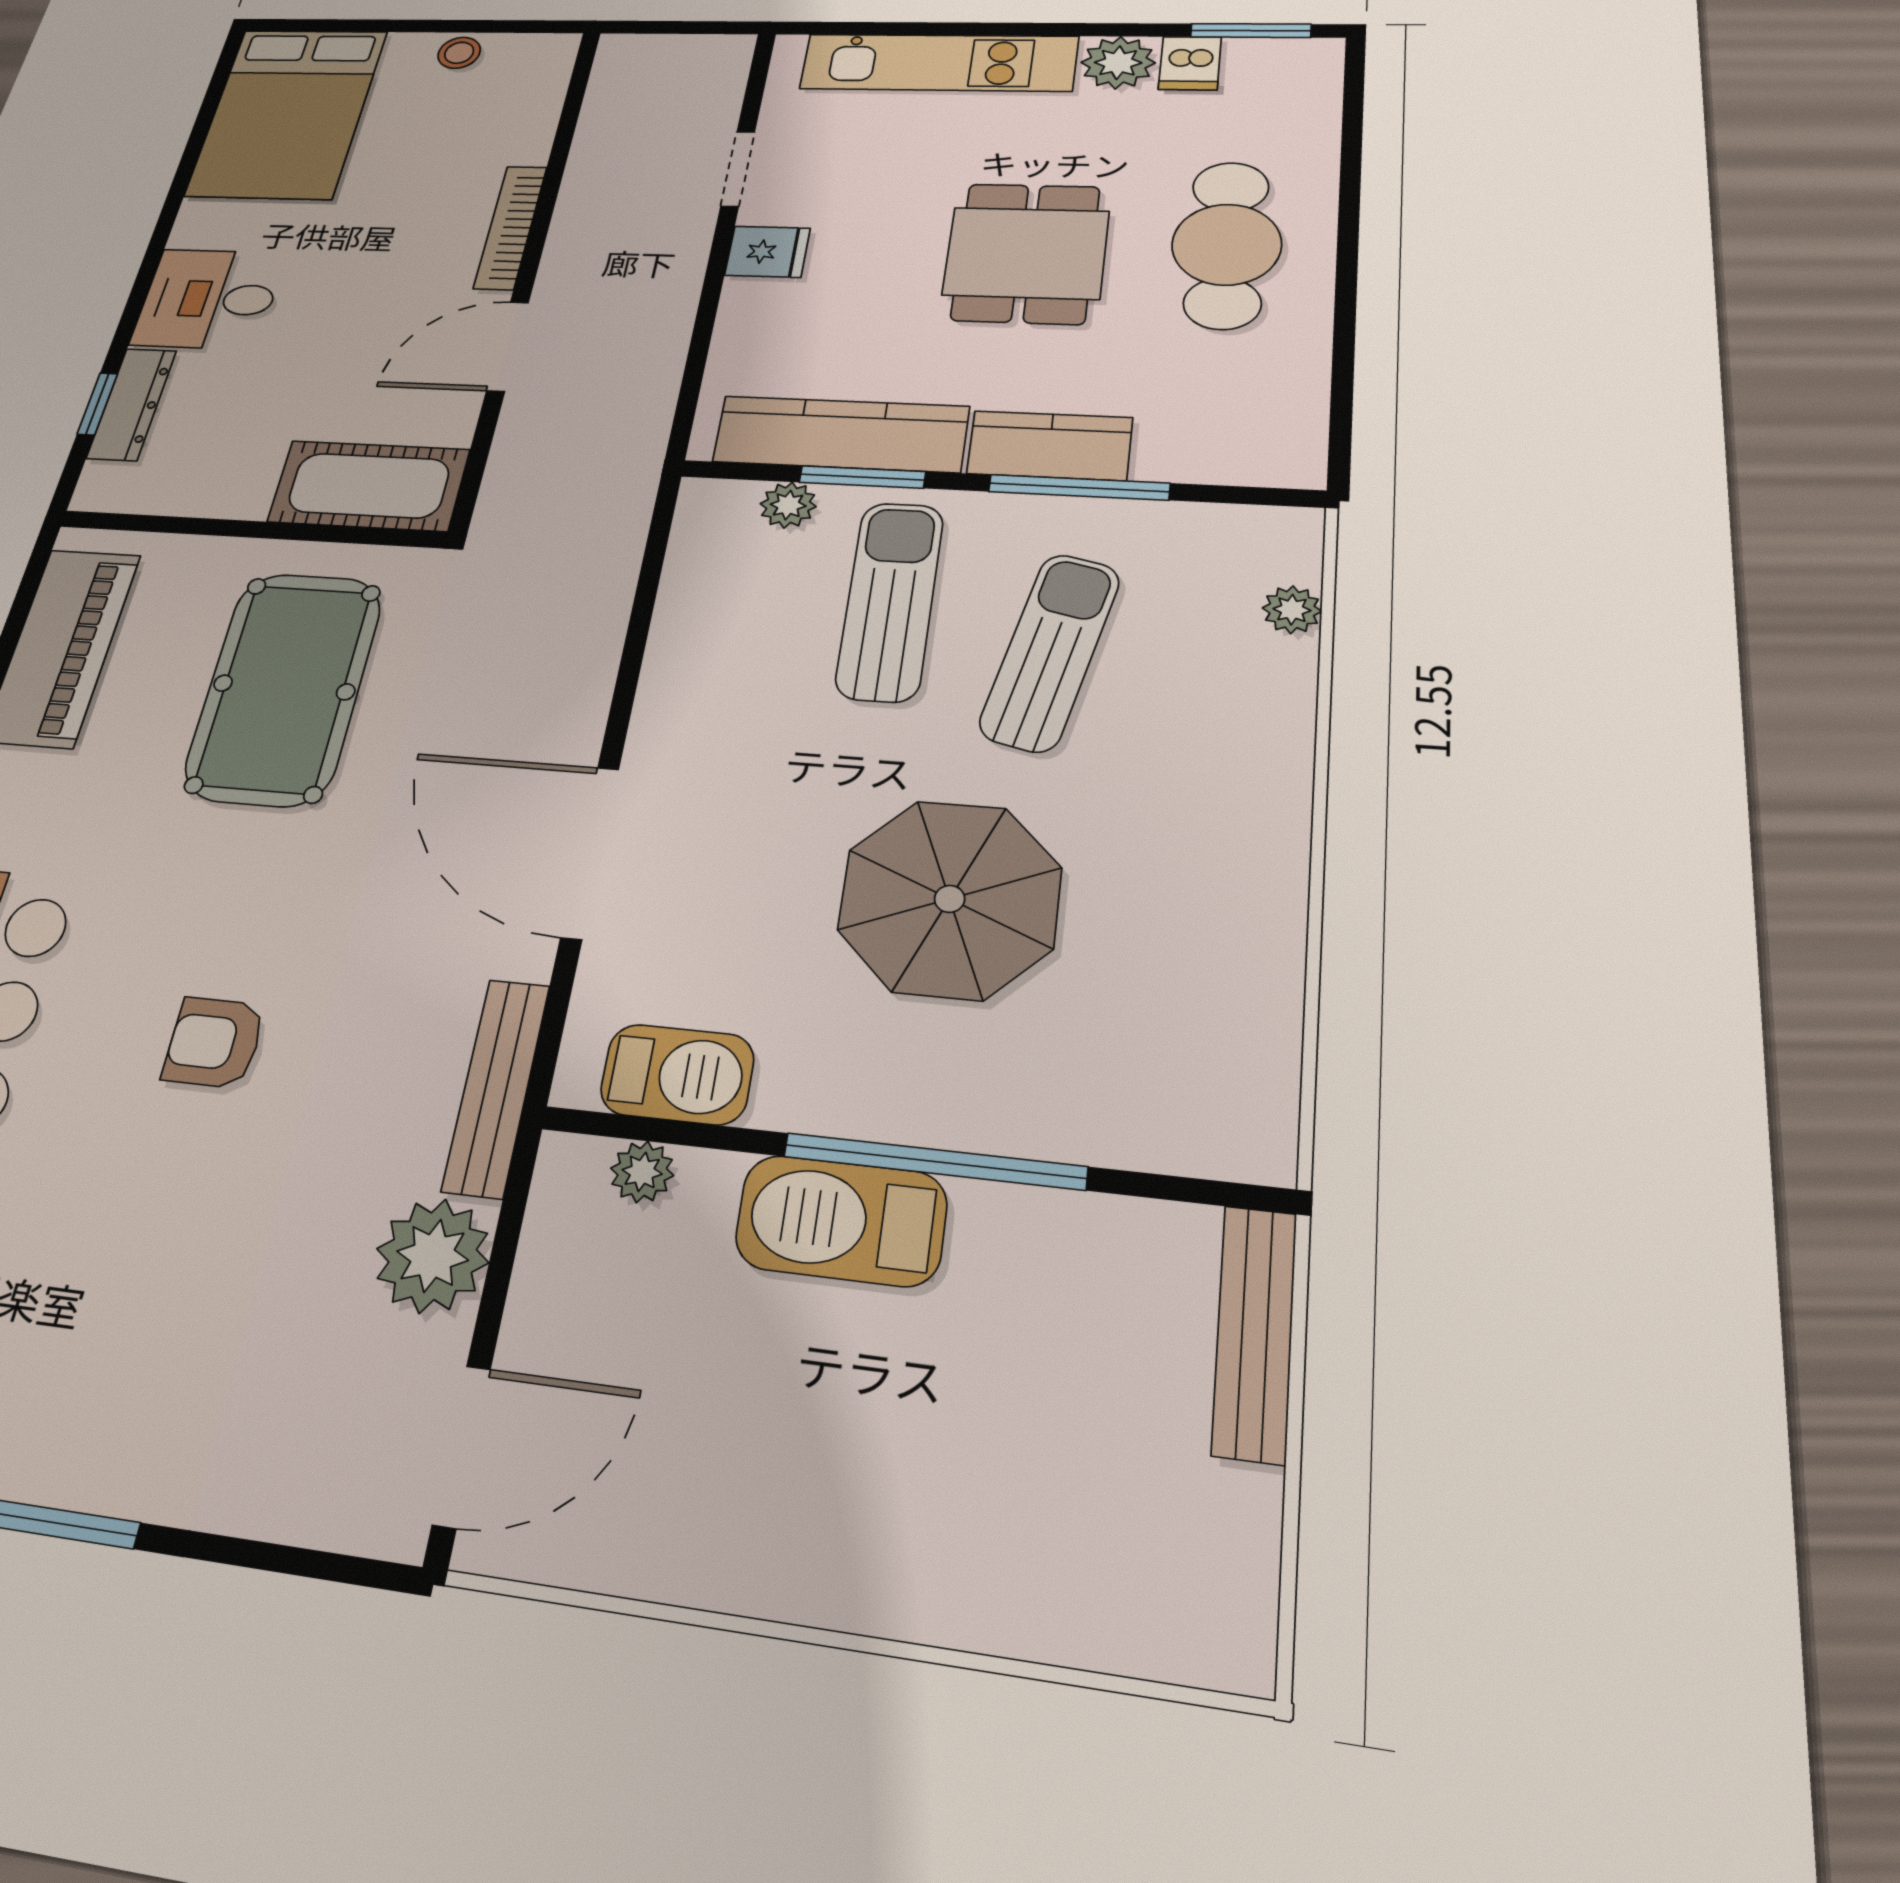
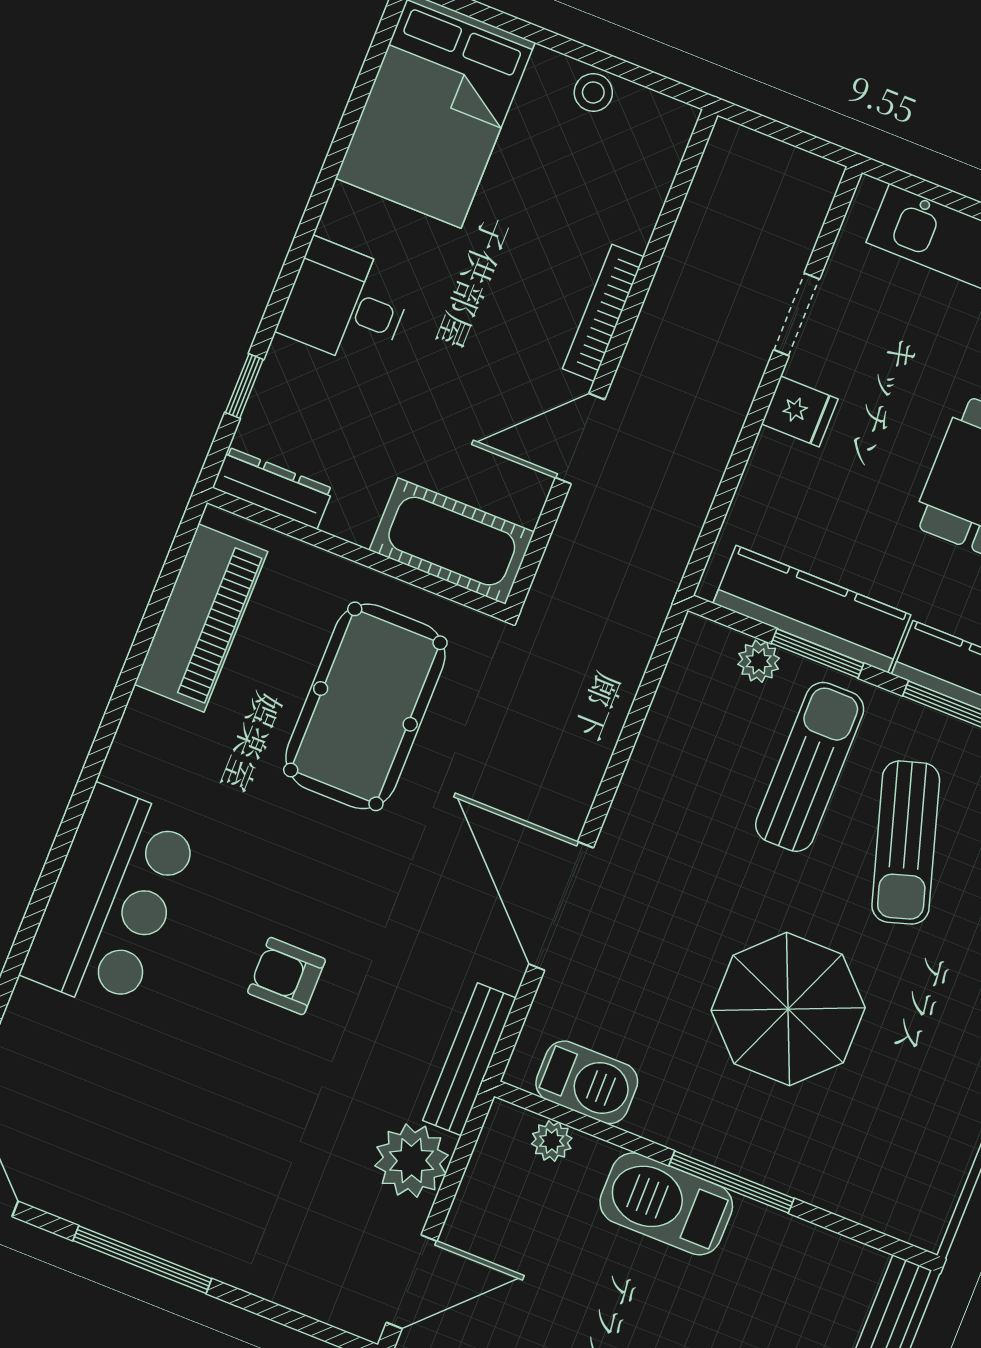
dresser: (132, 404) -> (273, 488), moved, turned -90
sun lounger: (1050, 652) -> (906, 843), turned 150
window: (934, 1161) -> (731, 1182), width x0.68

